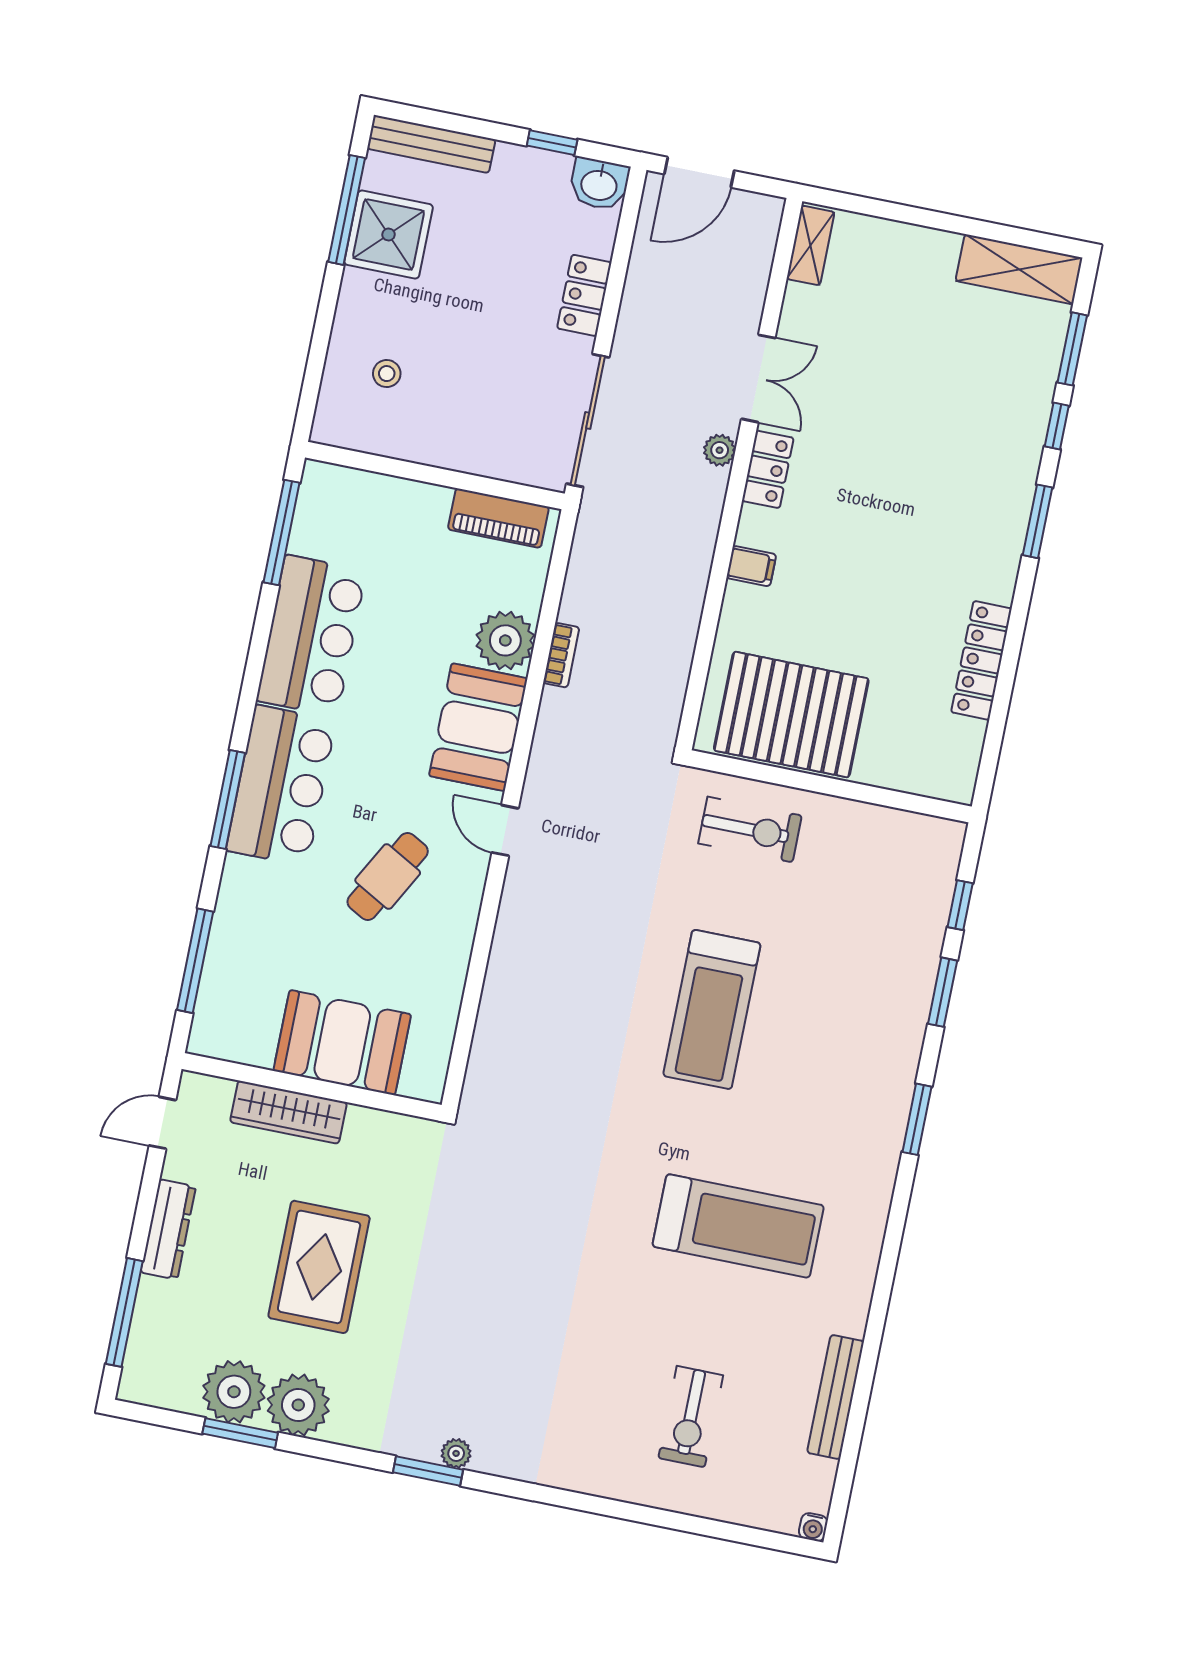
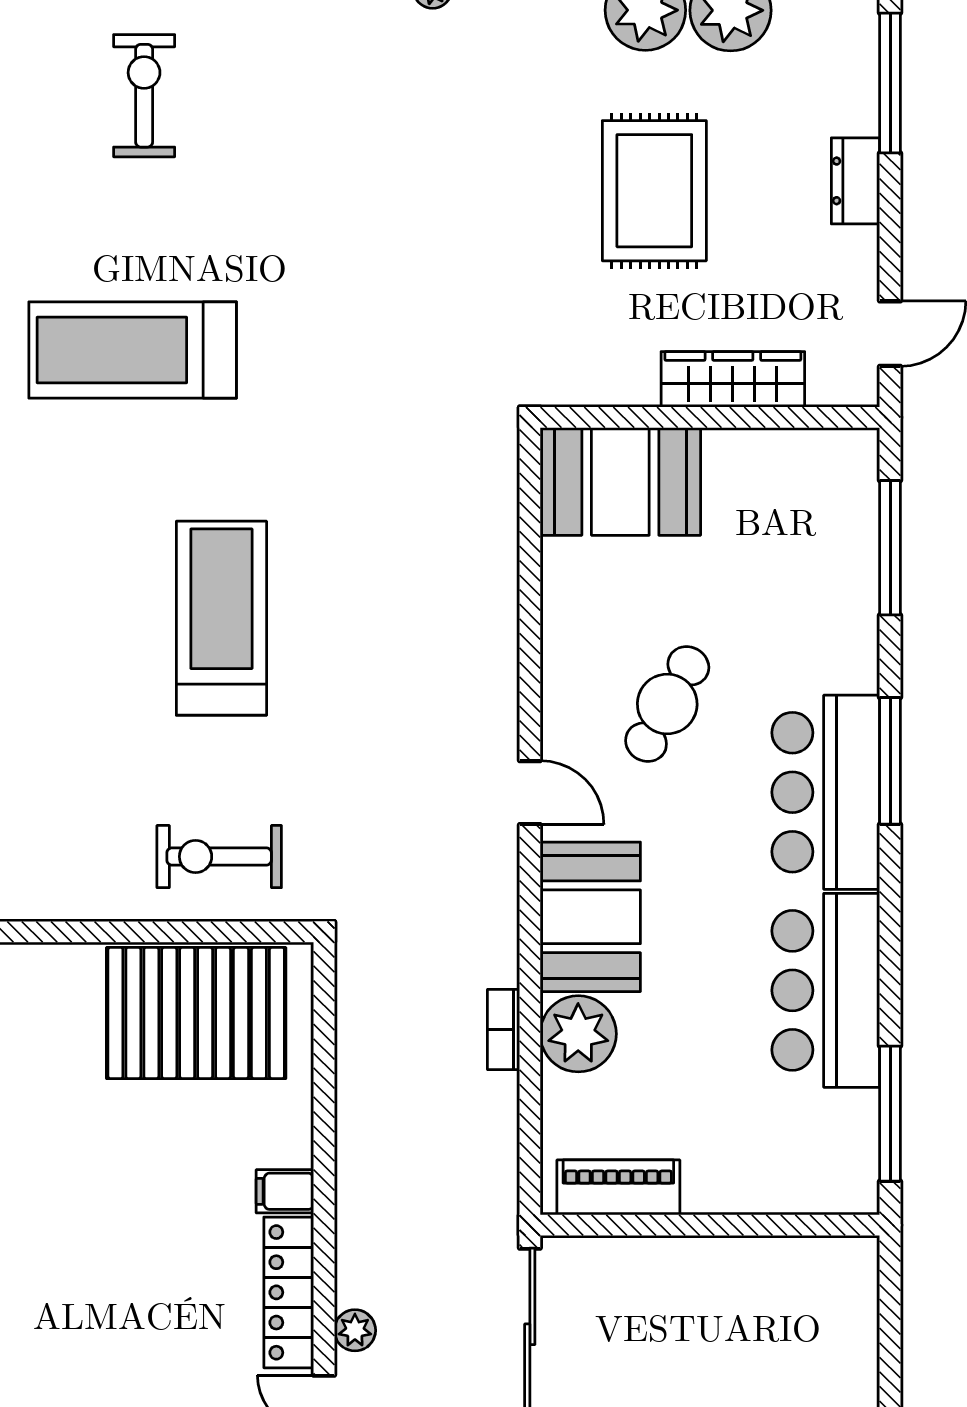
stool: (387, 374) -> (797, 1342), removed
locker: (768, 469) -> (289, 1292), width x1.53
booth: (342, 1043) -> (620, 481), moved
dresser: (168, 1229) -> (855, 181), width x0.70

